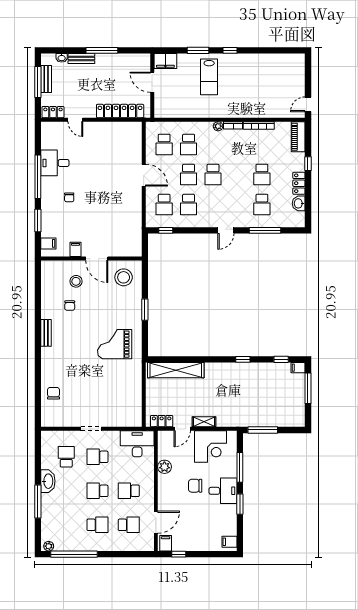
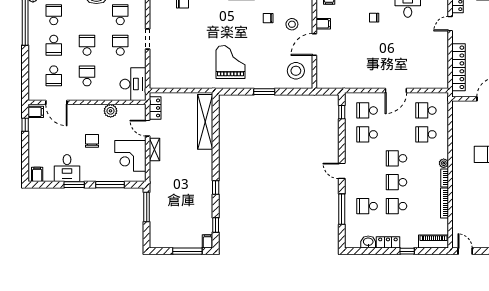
school desk: (189, 174) -> (396, 182), moved
school desk: (66, 457) -> (120, 15), turned -90
desk: (223, 491) -> (67, 168), moved
school desk: (66, 525) -> (54, 15), added

